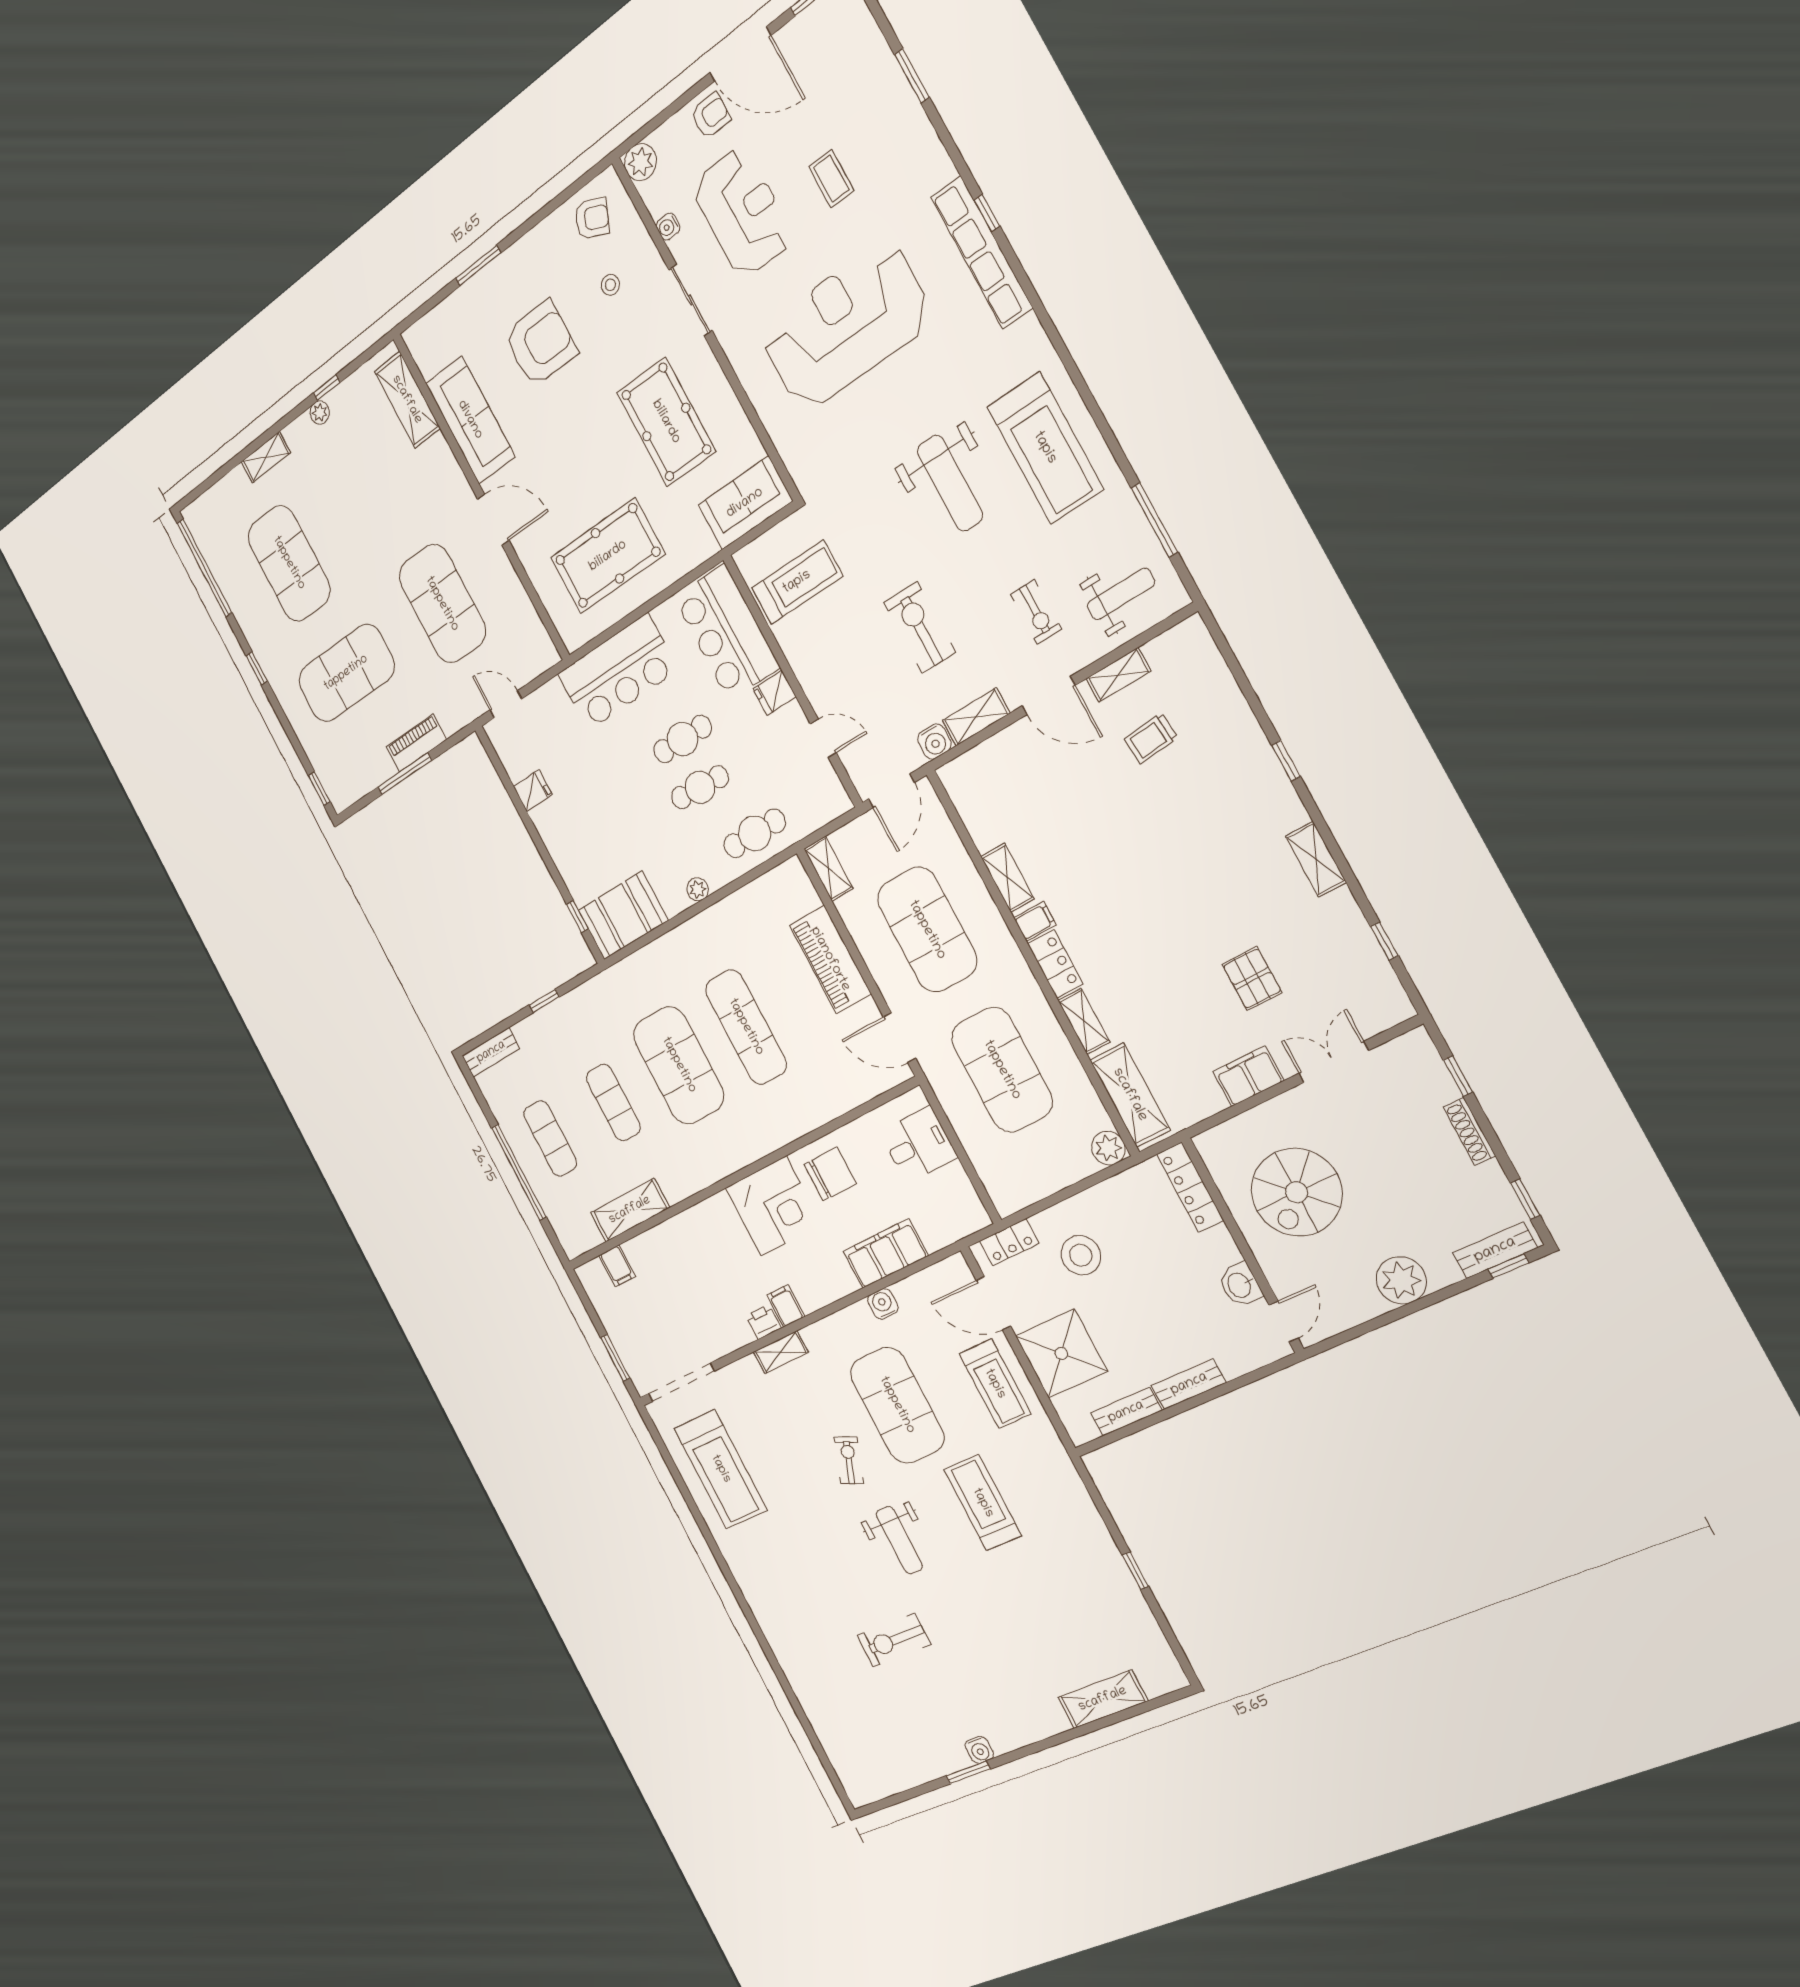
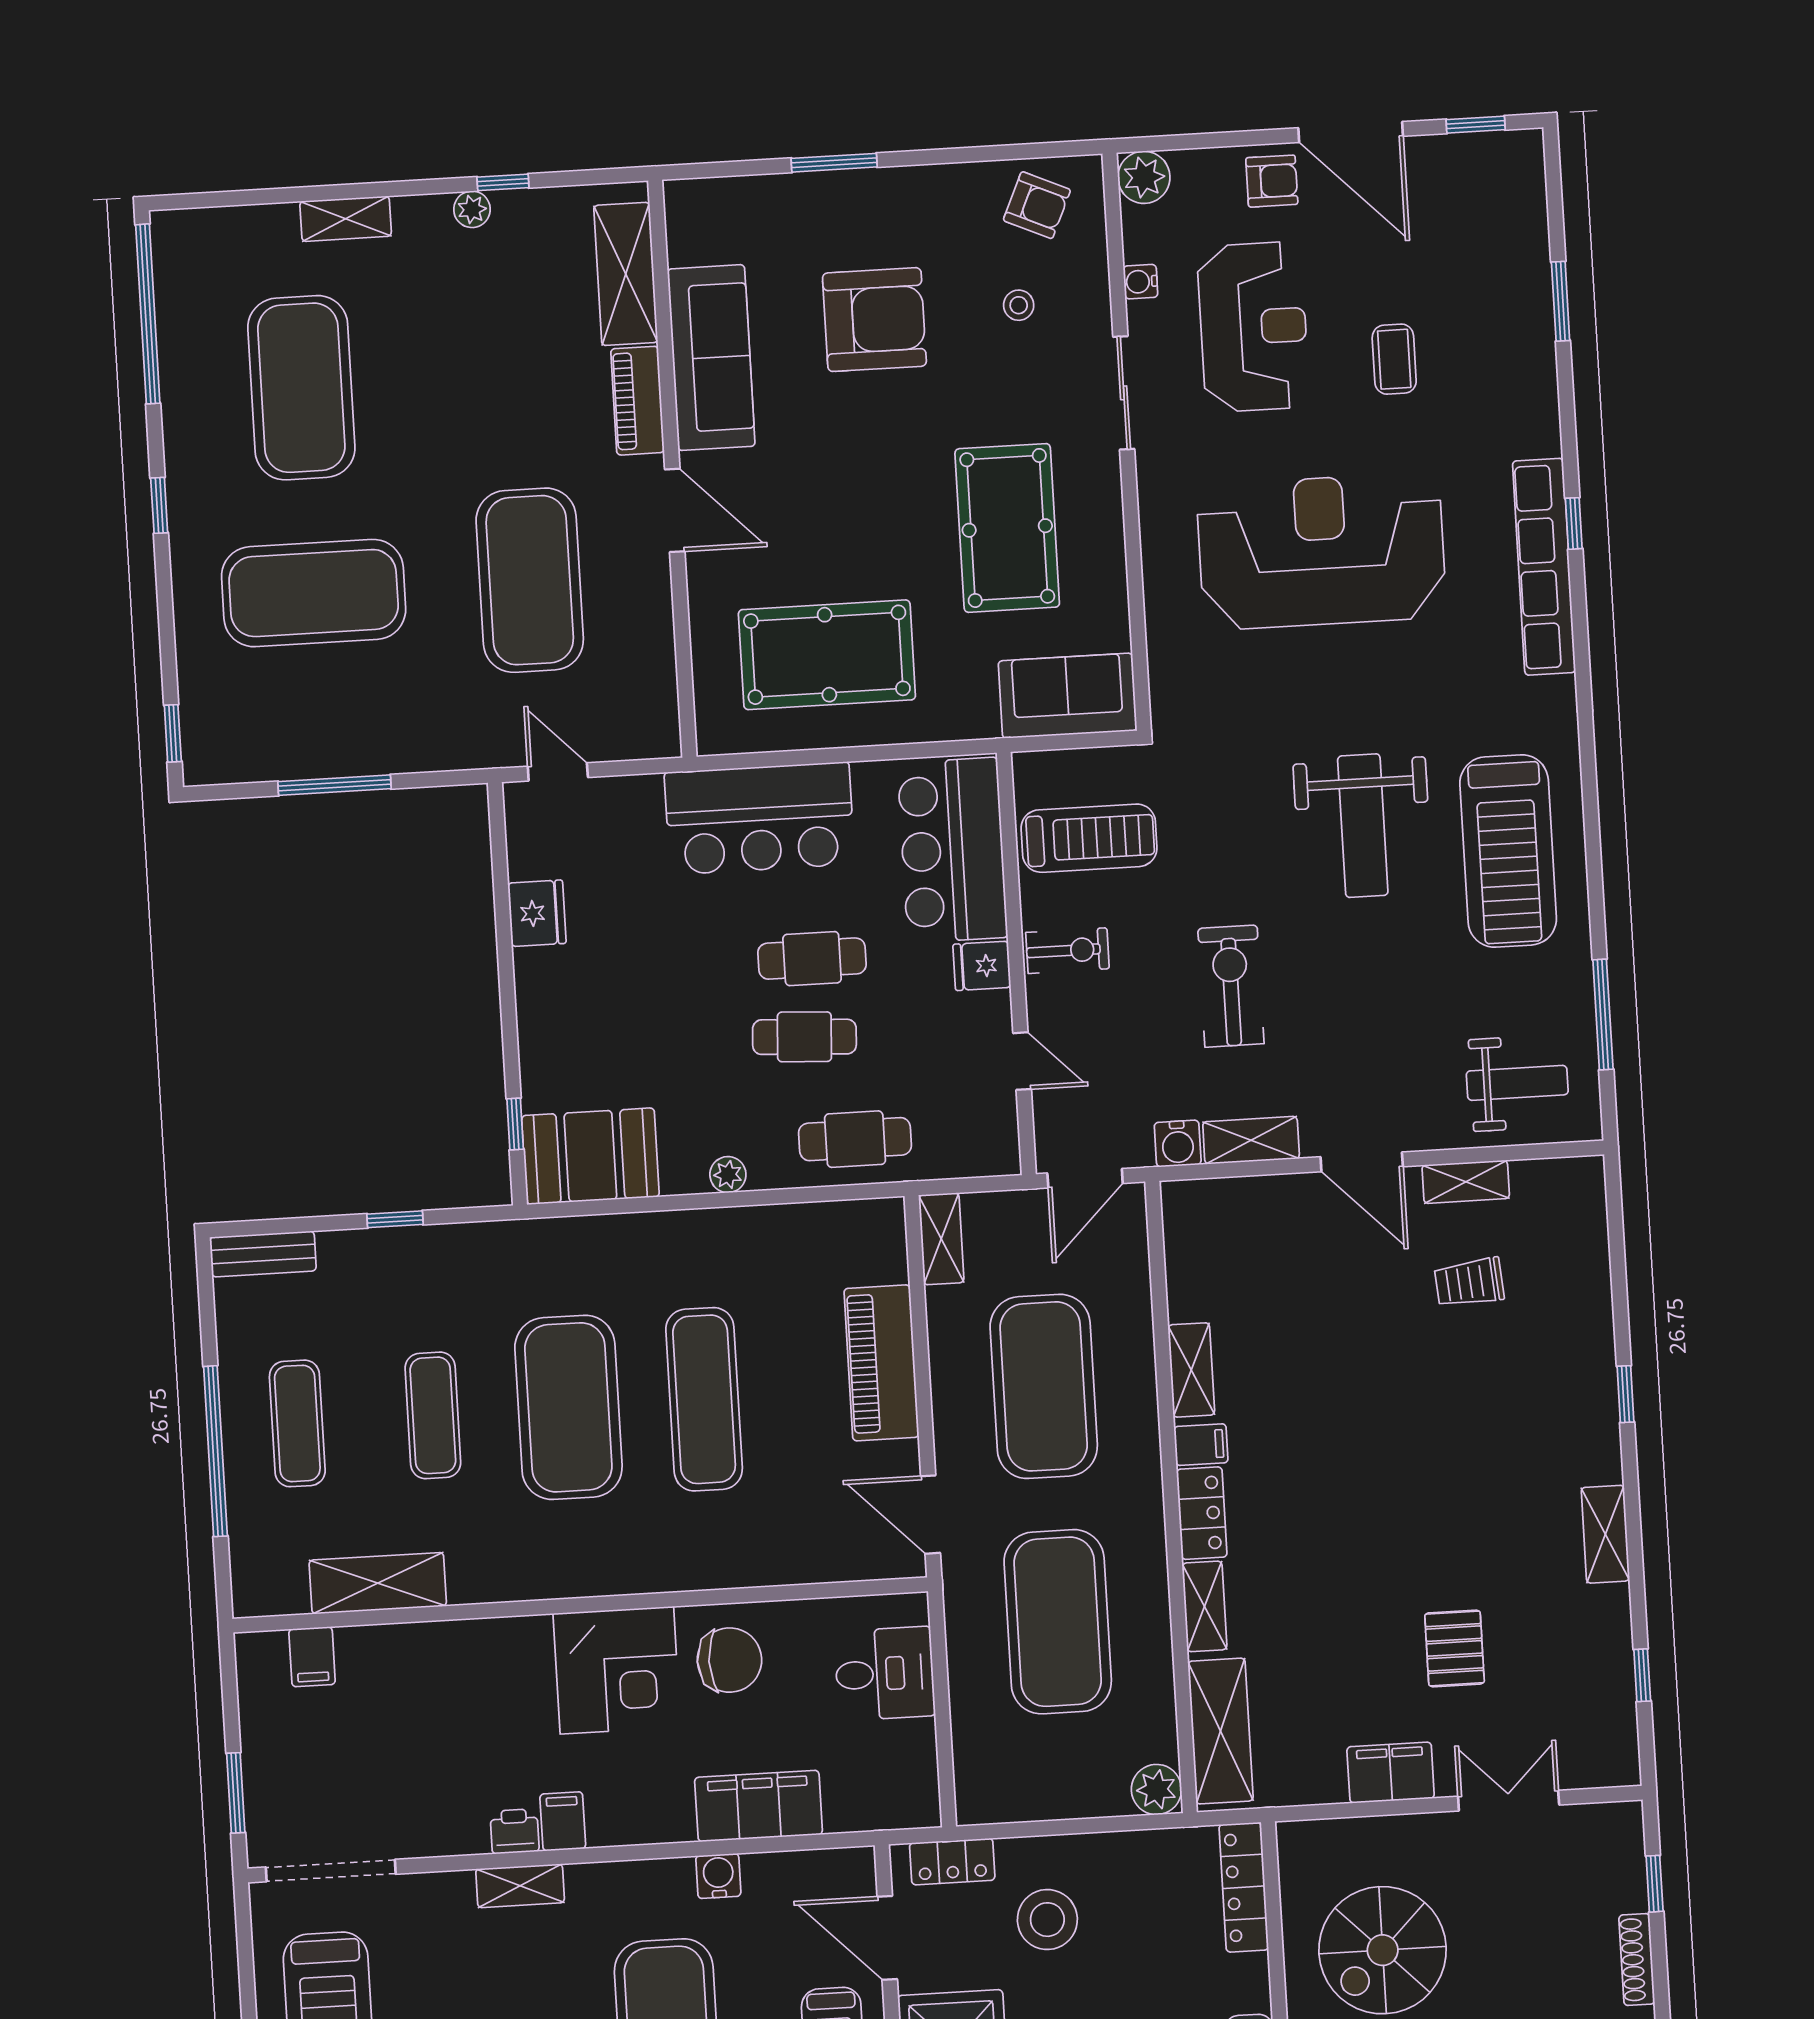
exercise bike: (1036, 612) -> (1068, 951), moved, turned -90
piano: (416, 743) -> (638, 401), moved, turned -90
fridge: (533, 791) -> (537, 913), width x1.38

